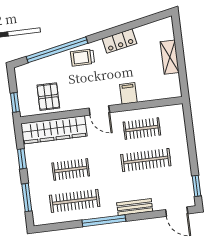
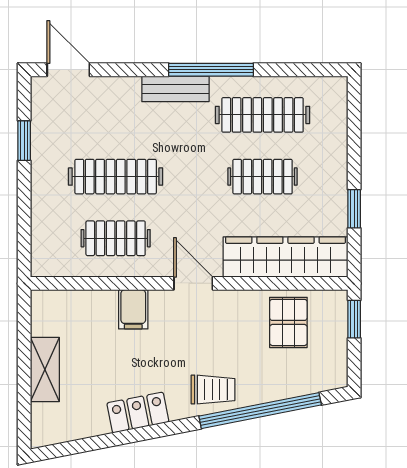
window: (196, 186) -> (24, 141), moved
window: (27, 197) -> (354, 133), removed
bench: (135, 207) -> (175, 89), moved

